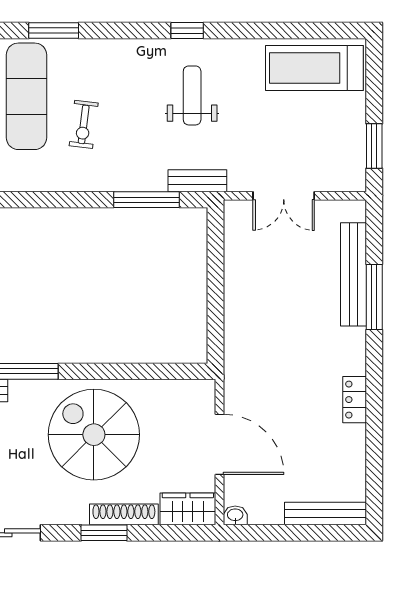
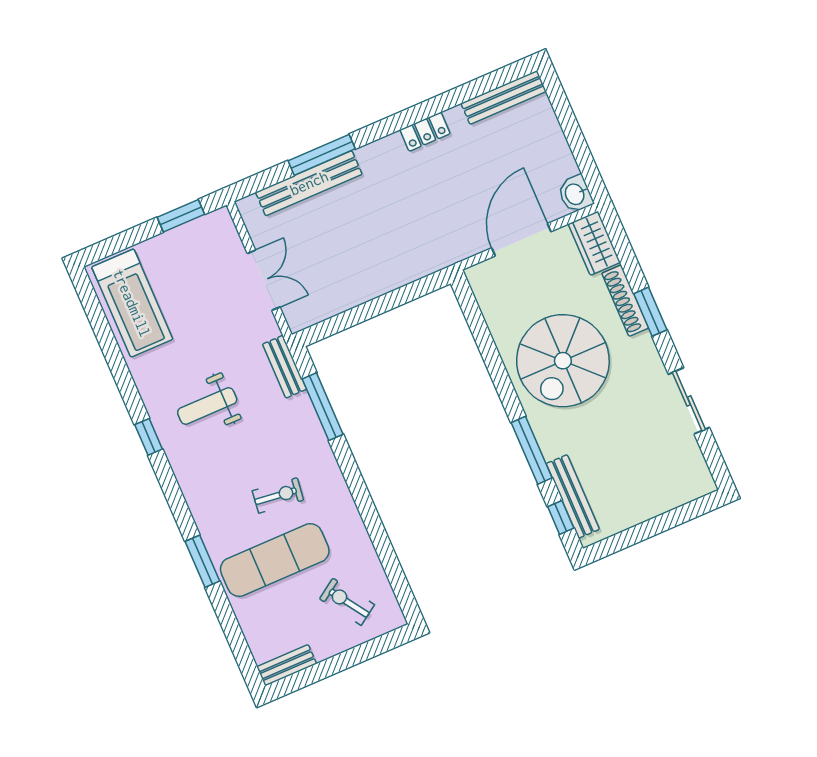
bench: (326, 513) -> (504, 97), moved, turned 90
washbasin: (235, 515) -> (575, 194), width x1.38, depth x1.45

